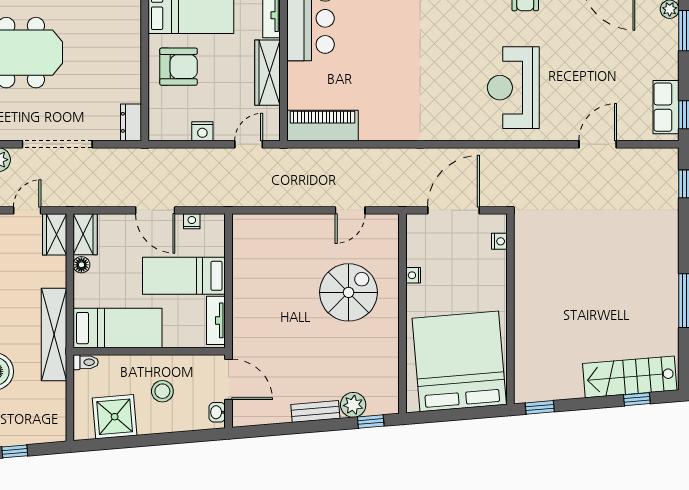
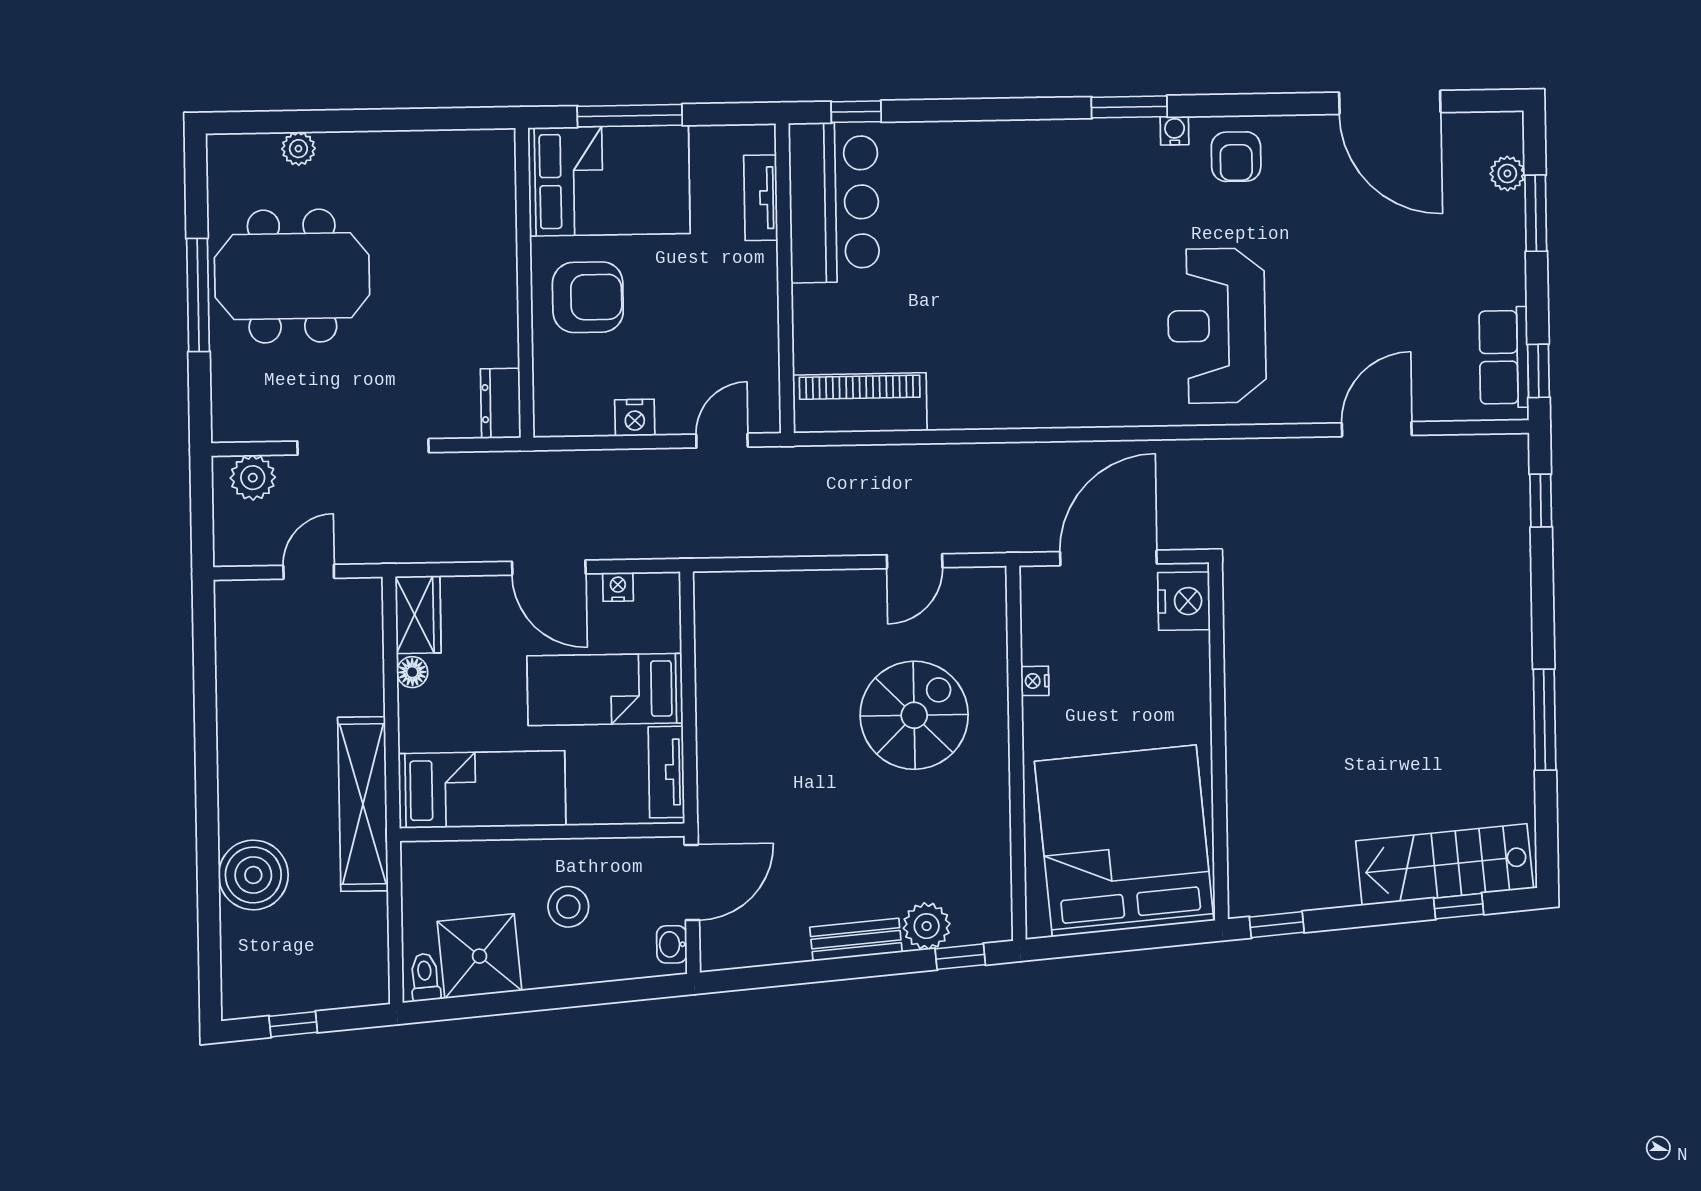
wardrobe: (268, 73) -> (755, 305), removed
wardrobe: (55, 234) -> (361, 616), removed
nightstand: (499, 241) -> (1184, 601), width x1.89, depth x1.79
toilet: (86, 362) -> (425, 977), moved, turned -95
door: (228, 379) -> (692, 882), hinge flipped

